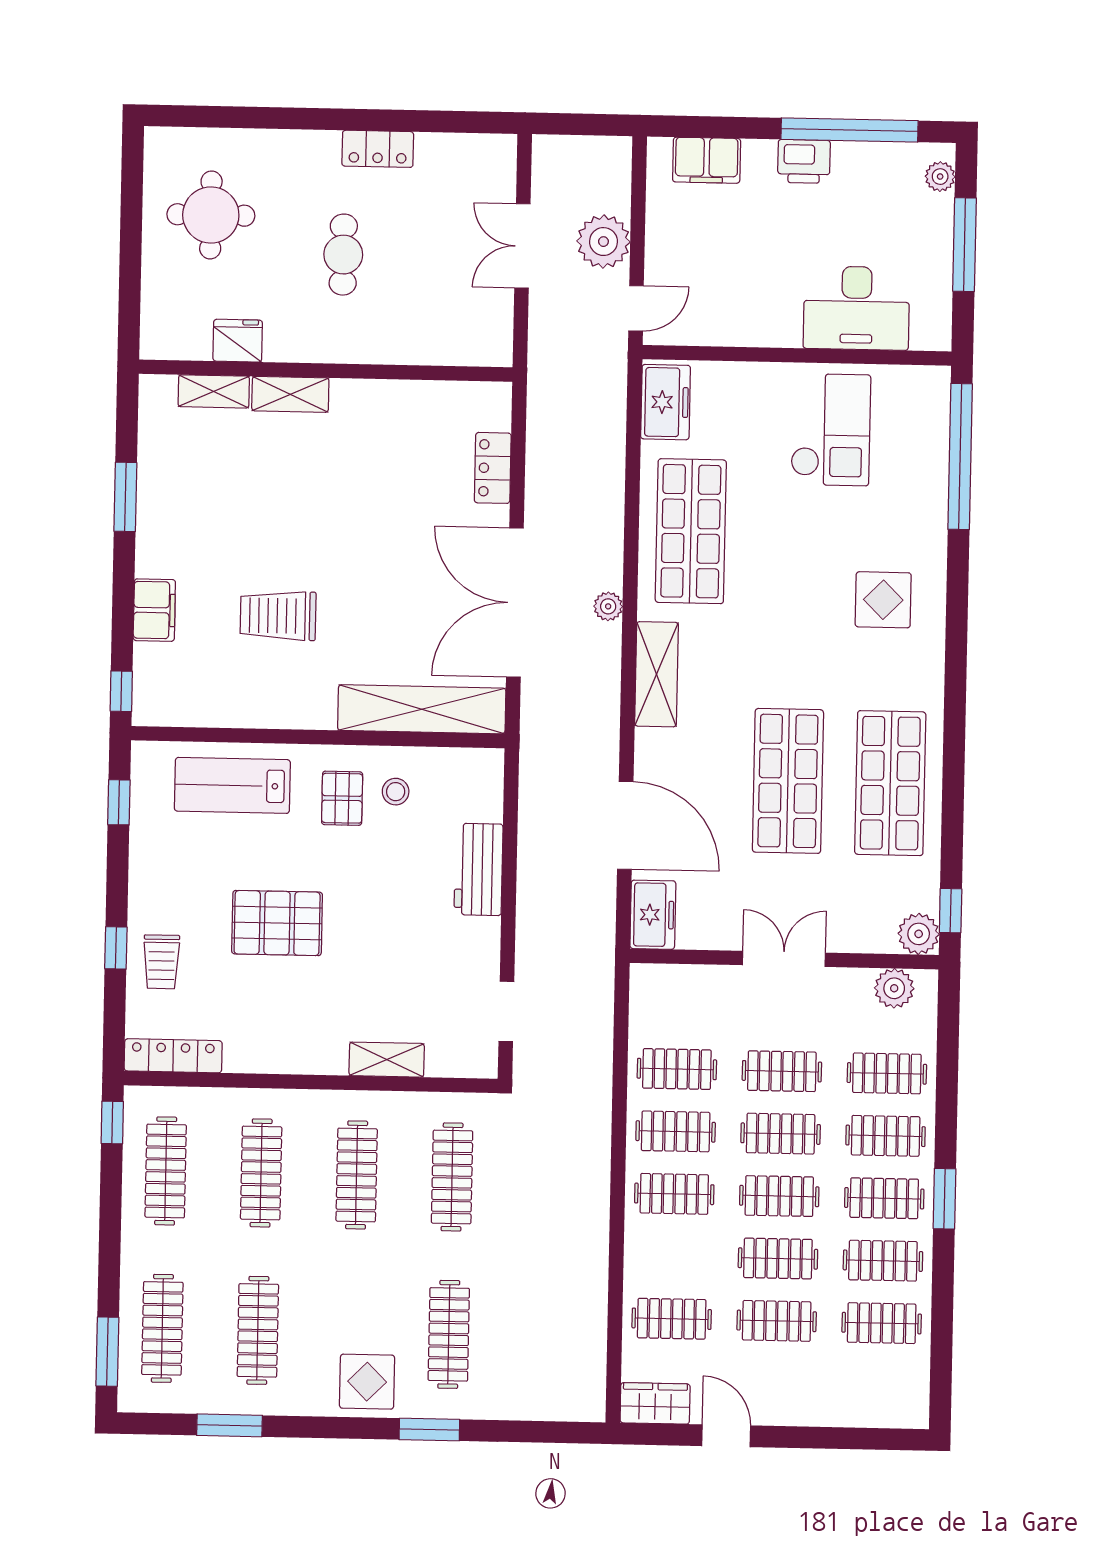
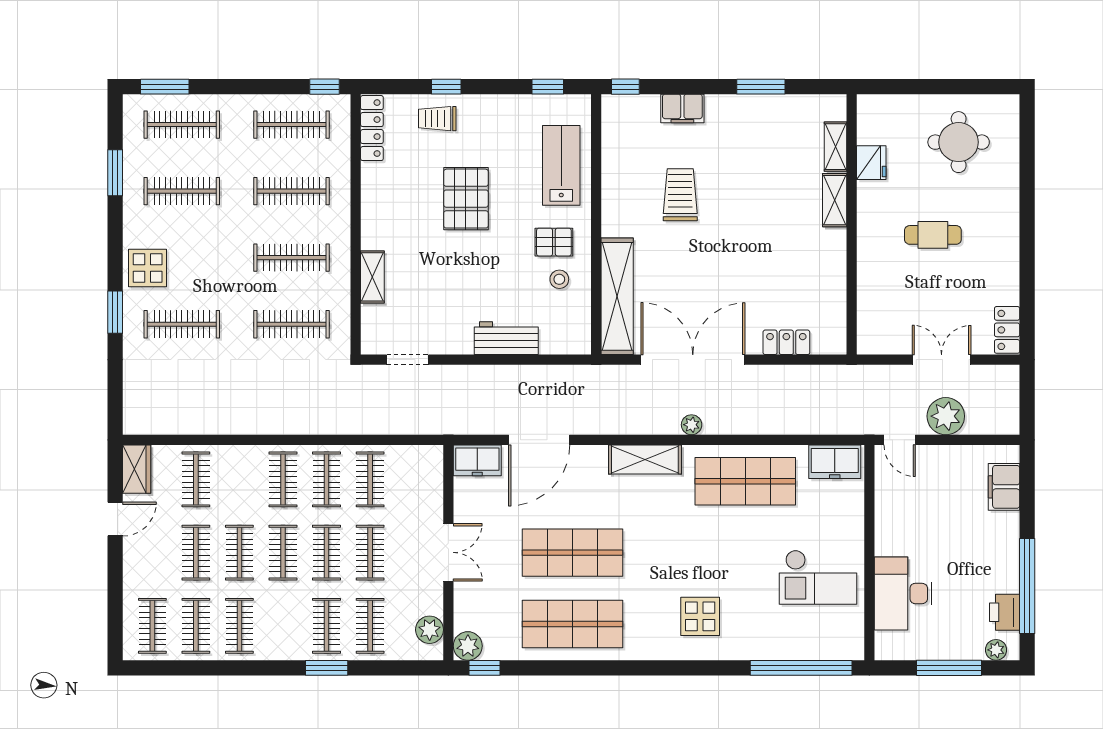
locker: (378, 149) -> (1007, 330), moved
printer: (804, 161) -> (1005, 612), moved
clothes rail: (884, 1198) -> (152, 626), moved
window: (945, 1199) -> (327, 668), moved

